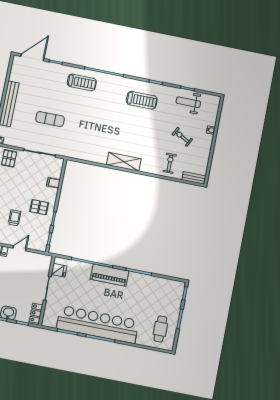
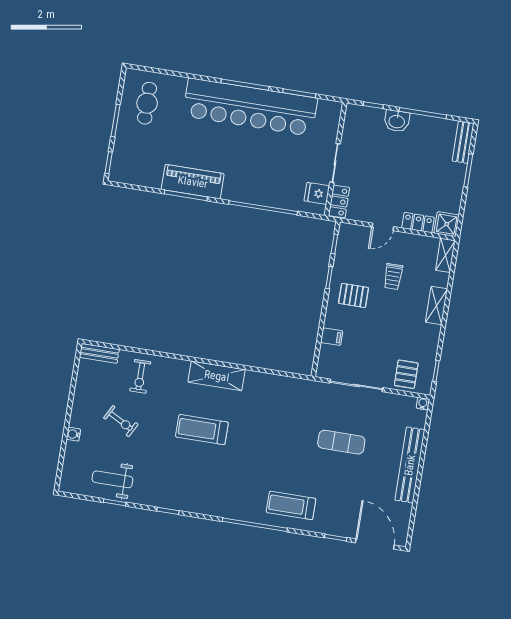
door: (32, 57) -> (375, 544), swing flipped
treadmill: (142, 100) -> (202, 430), moved
weight bench: (188, 102) -> (112, 479), turned 180
piano: (110, 275) -> (193, 182), moved
locker: (36, 313) -> (339, 201), moved

